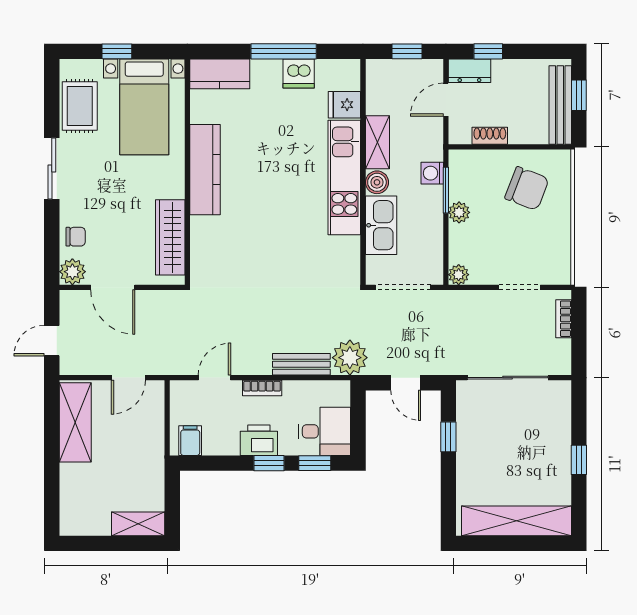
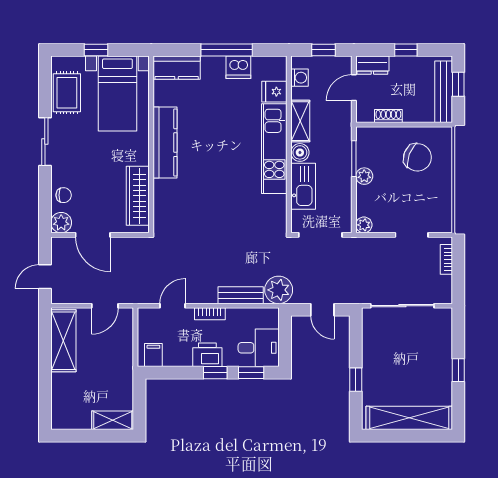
window: (488, 51) -> (406, 50), moved
washing machine: (432, 173) -> (300, 78), moved, turned 180
window: (448, 437) -> (356, 380), moved

